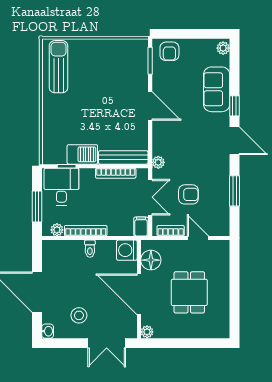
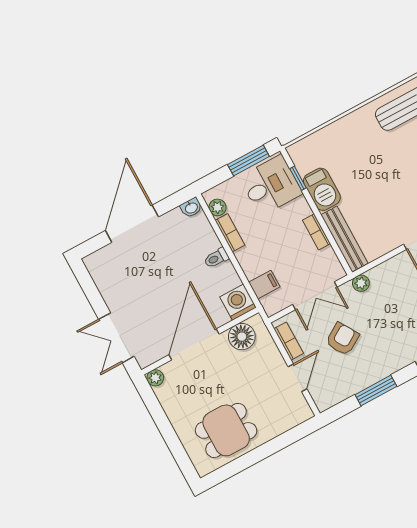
bookcase: (116, 173) -> (316, 232), width x0.64
armchair: (188, 194) -> (342, 339), turned -122
window: (37, 207) -> (248, 160), moved
filing cabinet: (141, 227) -> (264, 285), moved
bookcase: (86, 231) -> (230, 233), width x0.64
dining table: (189, 292) -> (226, 430), moved
stool: (79, 315) -> (131, 288), removed
washbasin: (48, 331) -> (191, 208), moved

